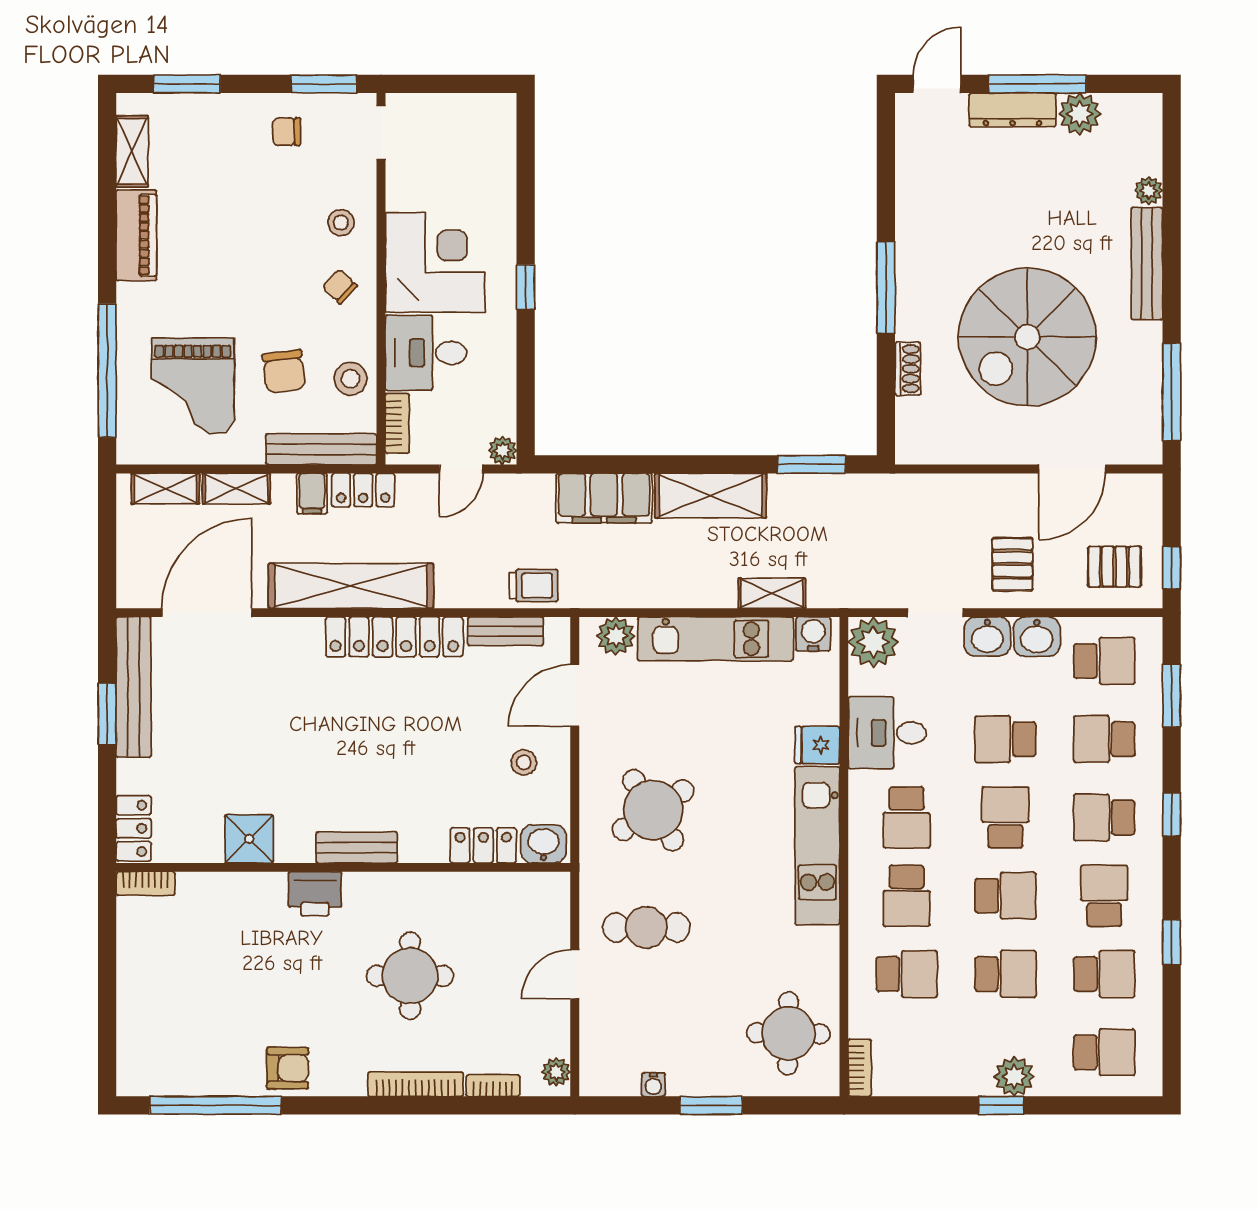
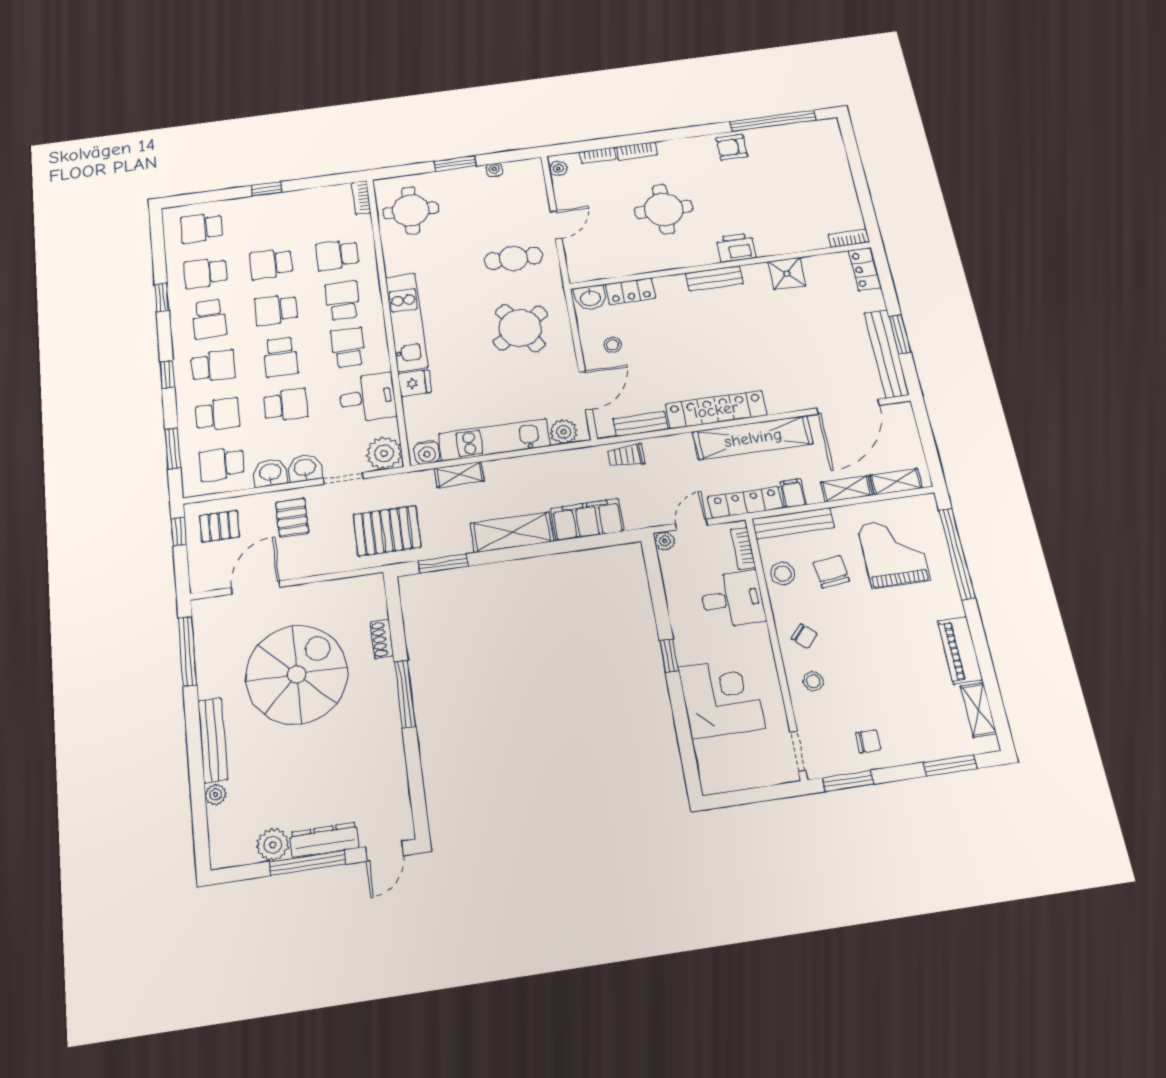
corner desk: (435, 262) -> (722, 698), moved, turned 180
locker: (363, 490) -> (745, 502), width x1.53
pallet: (883, 524) -> (387, 531), added
plant: (1014, 1076) -> (260, 206), removed
bookcase: (416, 1084) -> (637, 151), width x0.64

